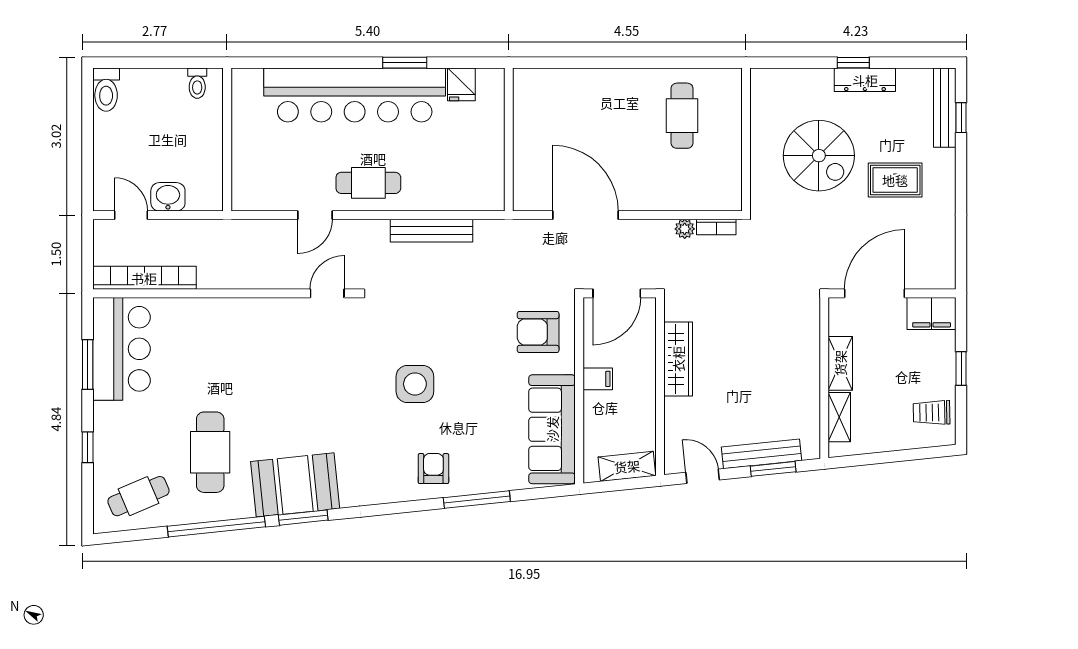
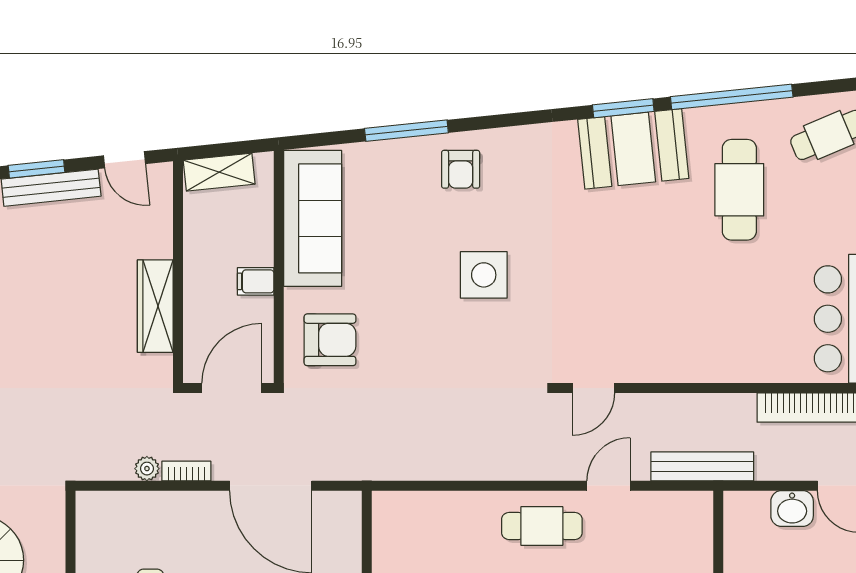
bookcase: (716, 227) -> (186, 471), moved
bench: (432, 231) -> (702, 466), moved

